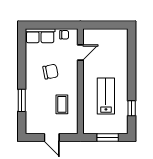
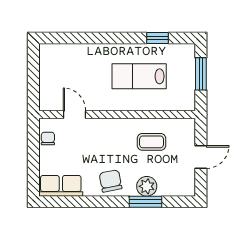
row of seats: (40, 36) -> (61, 186), moved, turned -90
chair: (50, 72) -> (110, 181), moved
plant: (32, 101) -> (147, 186), added

